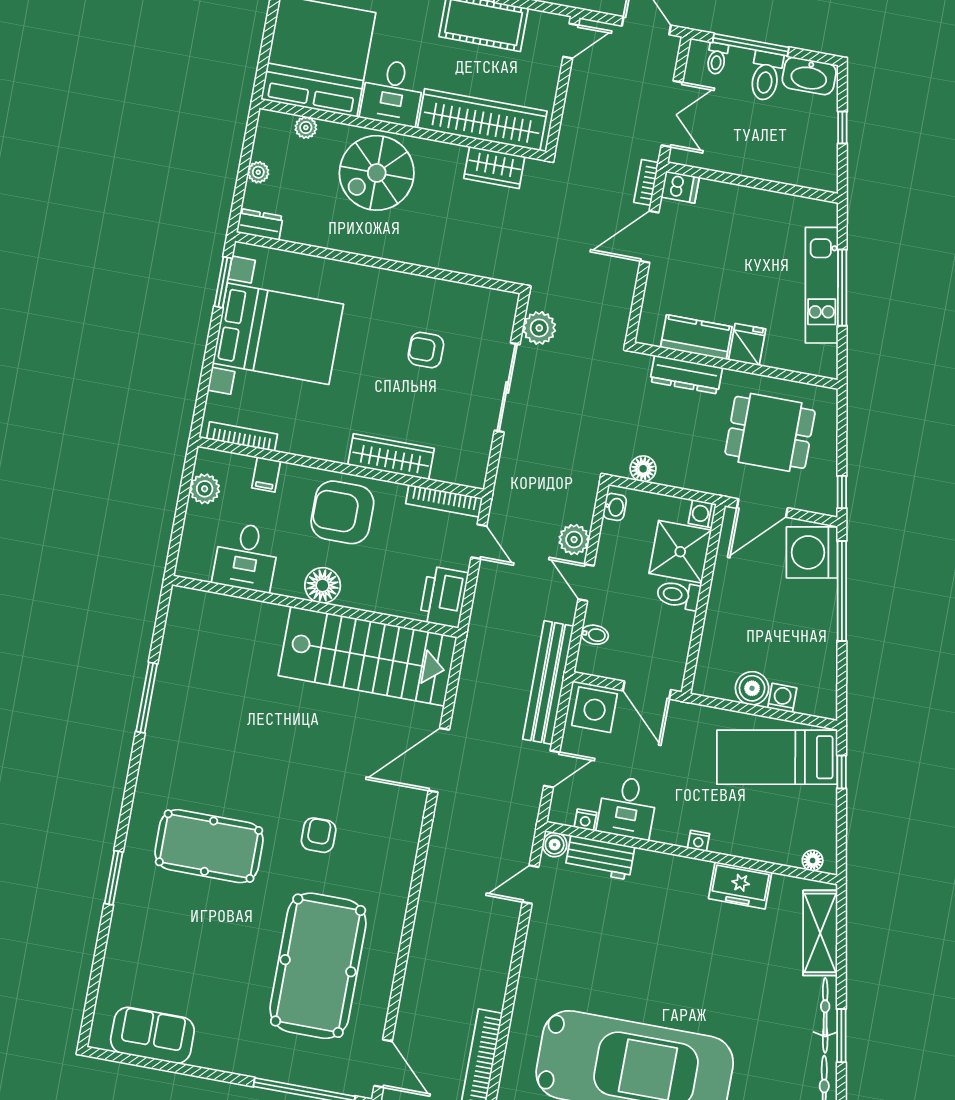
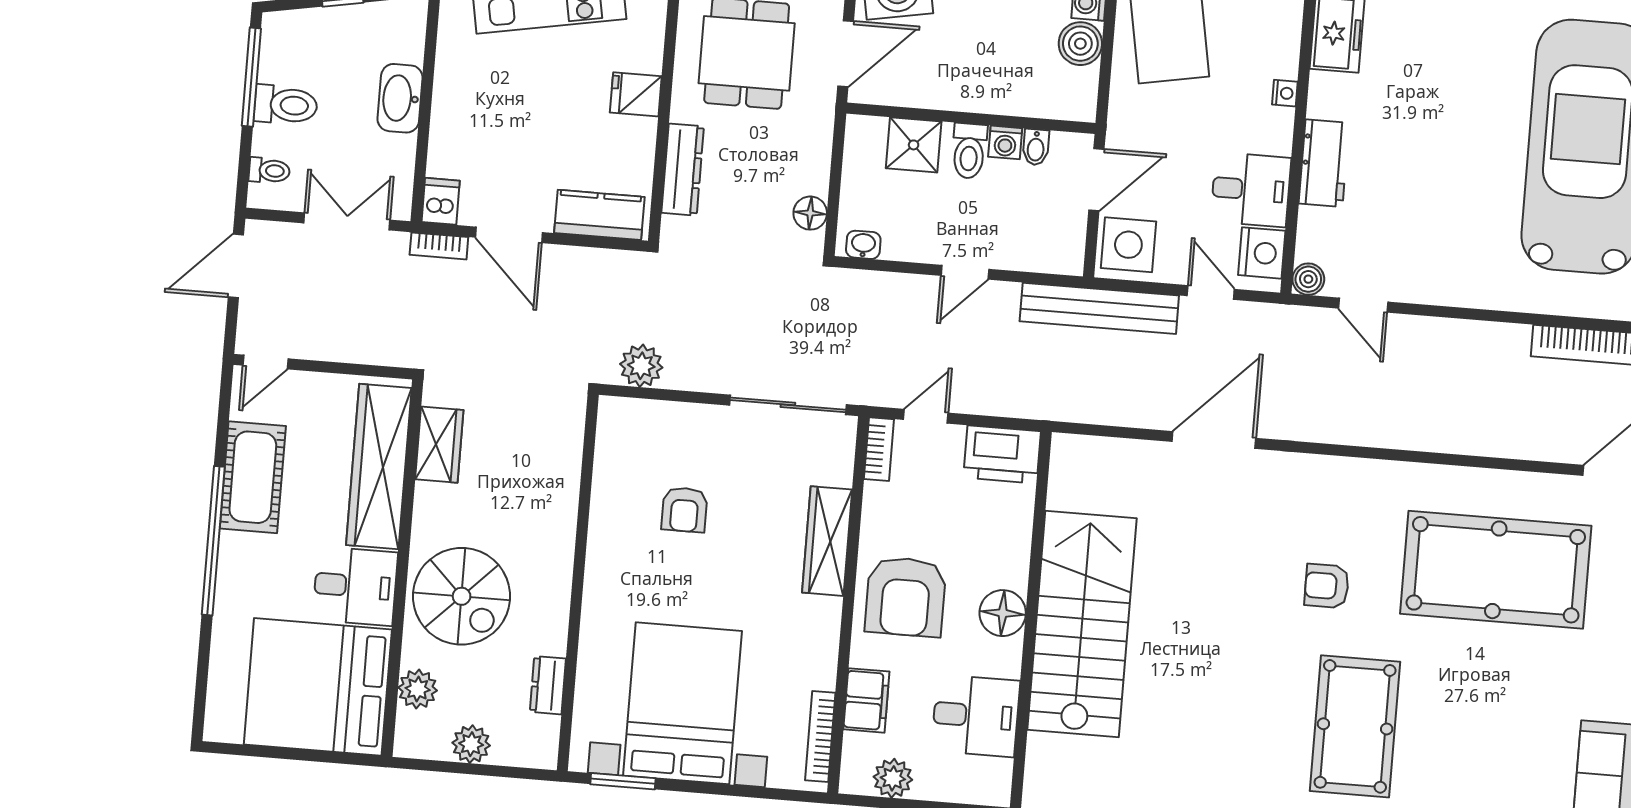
door: (571, 41) -> (266, 362), swing flipped
window: (751, 45) -> (251, 77), moved
washbasin: (809, 76) -> (400, 98), moved, turned 180
plant: (306, 127) -> (418, 689), width x1.38, depth x1.38
plant: (258, 172) -> (471, 744), width x1.38, depth x1.38
dresser: (260, 224) -> (548, 685), moved
kitchen counter: (696, 337) -> (599, 215), moved, turned 90
sliding door: (507, 387) -> (788, 405), moved
filing cabinet: (266, 475) -> (866, 700), width x2.00
bookcase: (444, 501) -> (879, 449), width x0.64
door: (762, 508) -> (846, 54), hinge flipped
washing machine: (702, 514) -> (1005, 142), moved
plant: (574, 540) -> (911, 293), removed
shower: (680, 552) -> (914, 145), width x0.73, depth x0.73
bidet: (595, 635) -> (1036, 147), moved, turned 180
stairs: (368, 656) -> (1082, 624), moved
door: (439, 760) -> (1214, 440), swing flipped
nightstand: (585, 820) -> (1262, 253), width x1.89, depth x1.79
workbench: (600, 858) -> (1324, 163), moved

